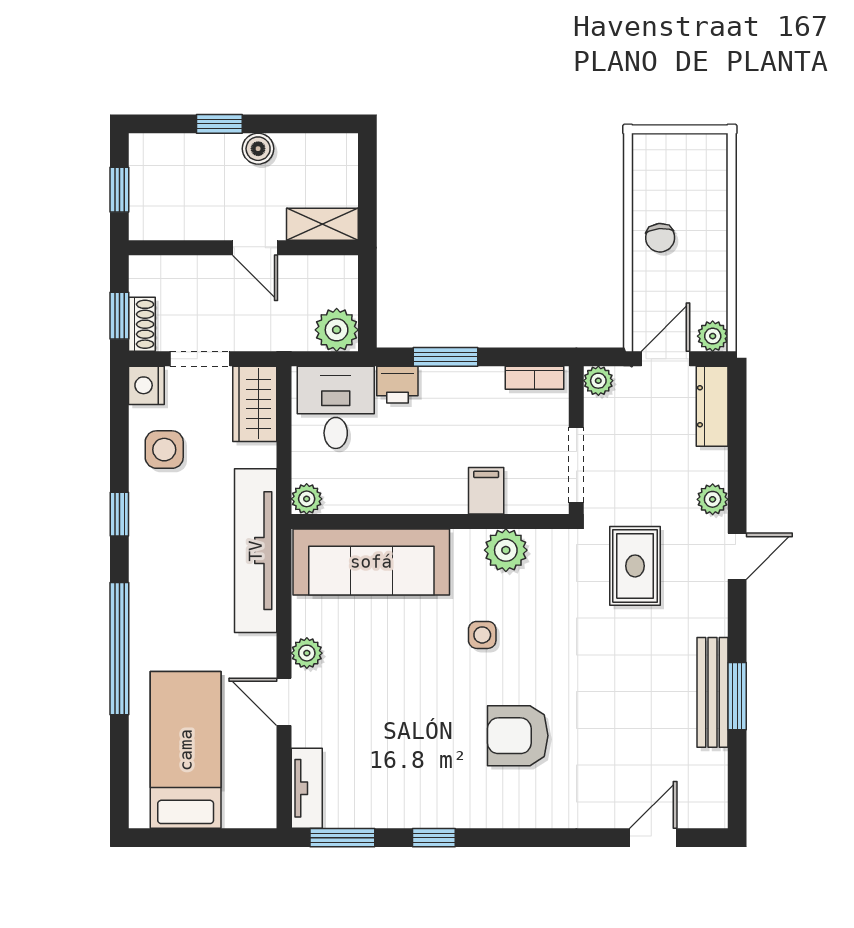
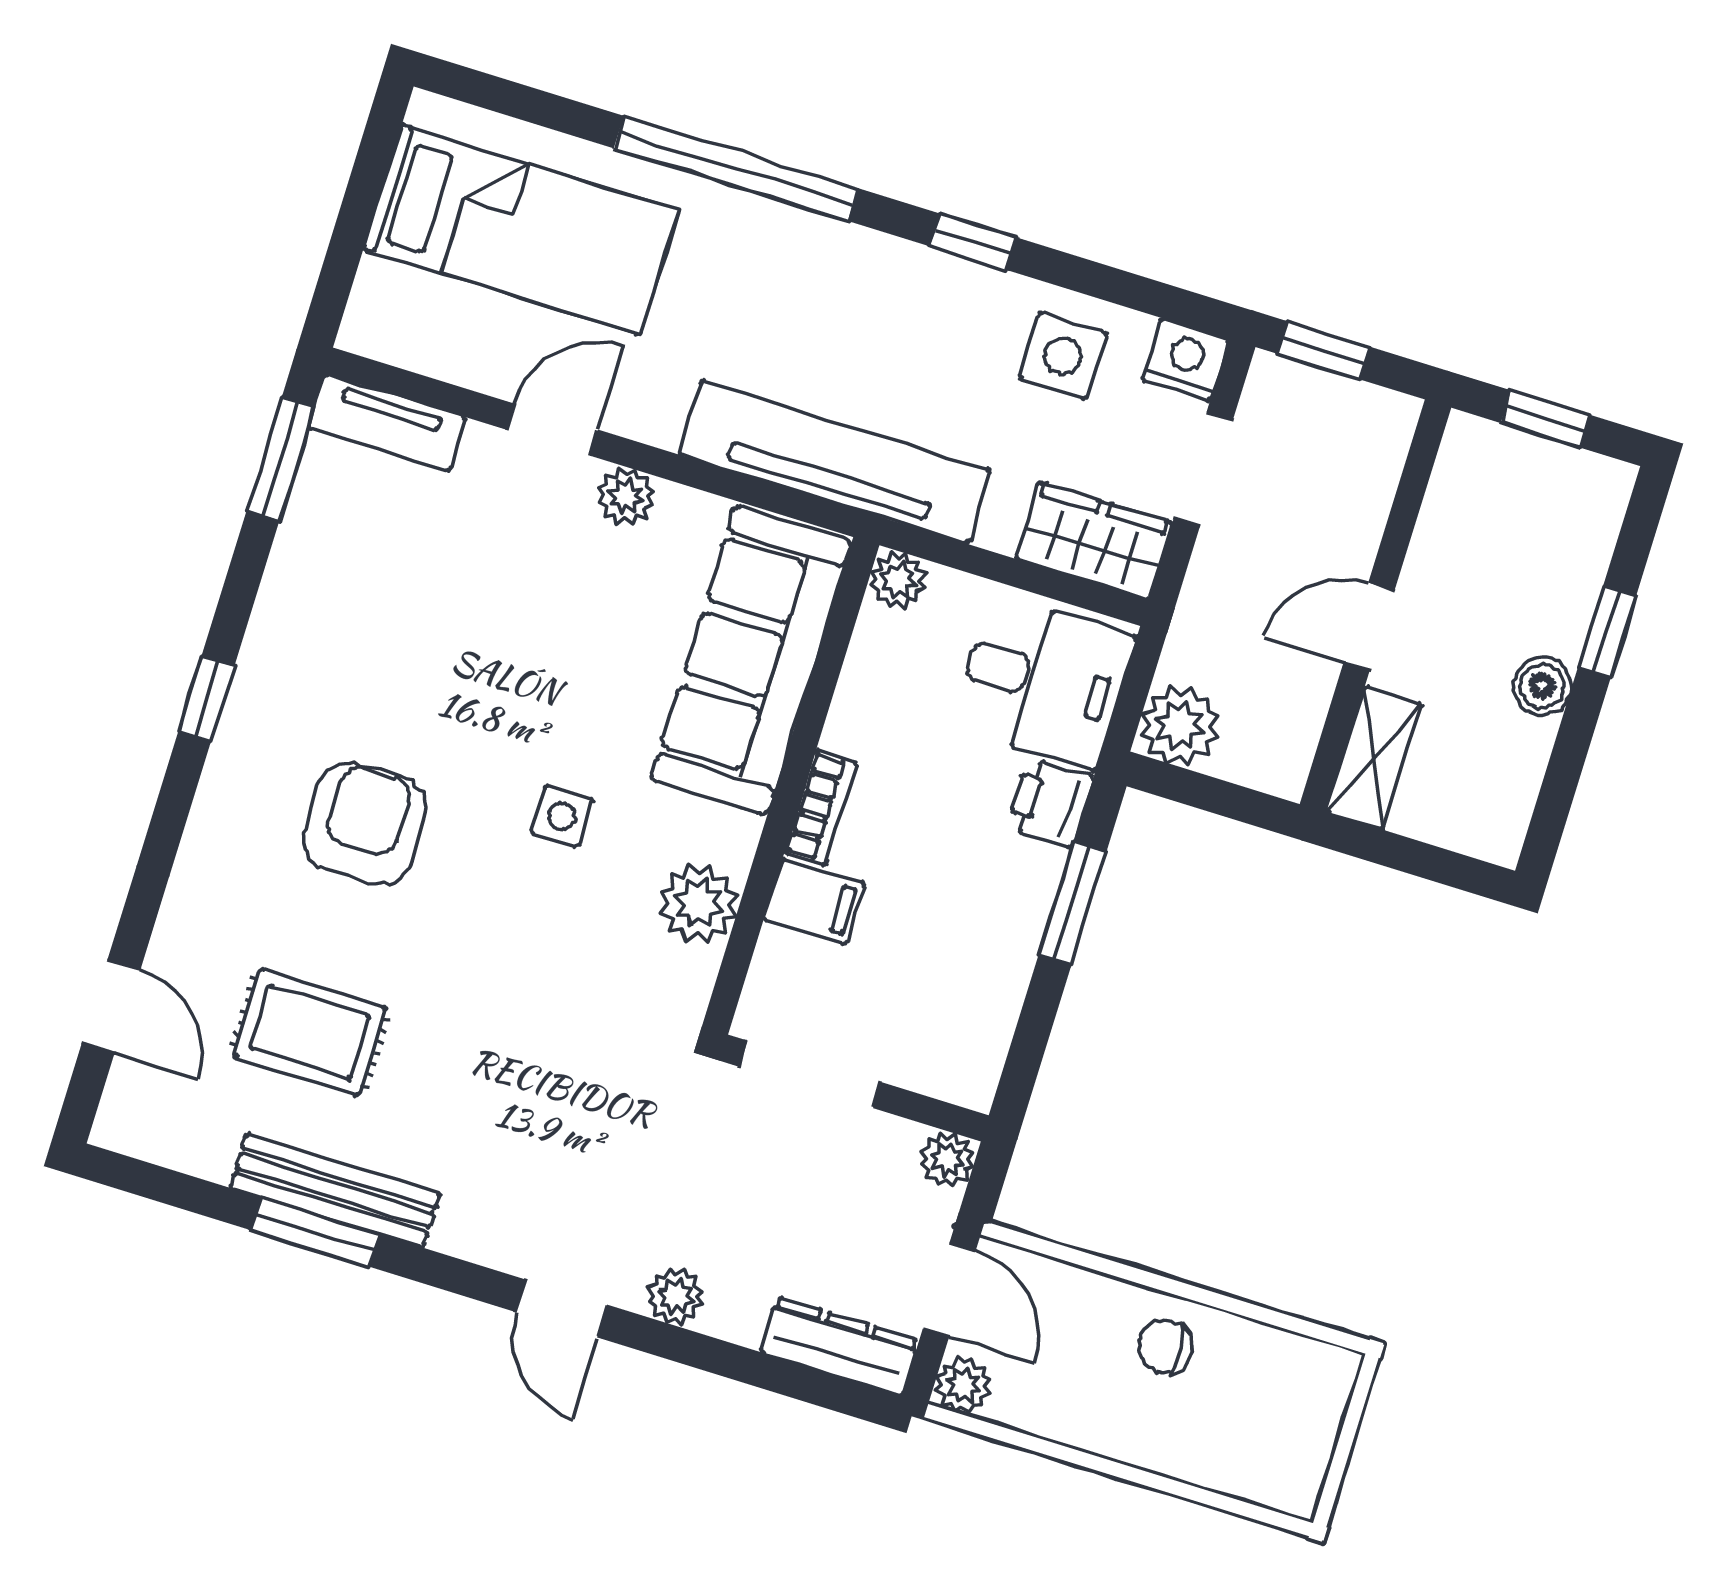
shoe rack: (142, 324) -> (1296, 385), removed
bookcase: (535, 378) -> (821, 808), moved, turned 180
rug: (635, 566) -> (310, 1032), moved
window: (434, 838) -> (206, 699), moved

